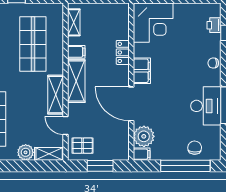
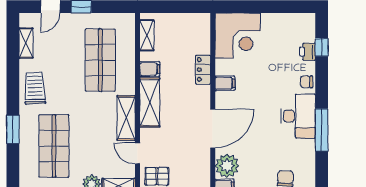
printer: (214, 25) -> (308, 52), moved
filing cabinet: (142, 71) -> (225, 83), width x0.50
door: (131, 104) -> (213, 128), swing flipped
desk: (206, 106) -> (298, 116), moved

